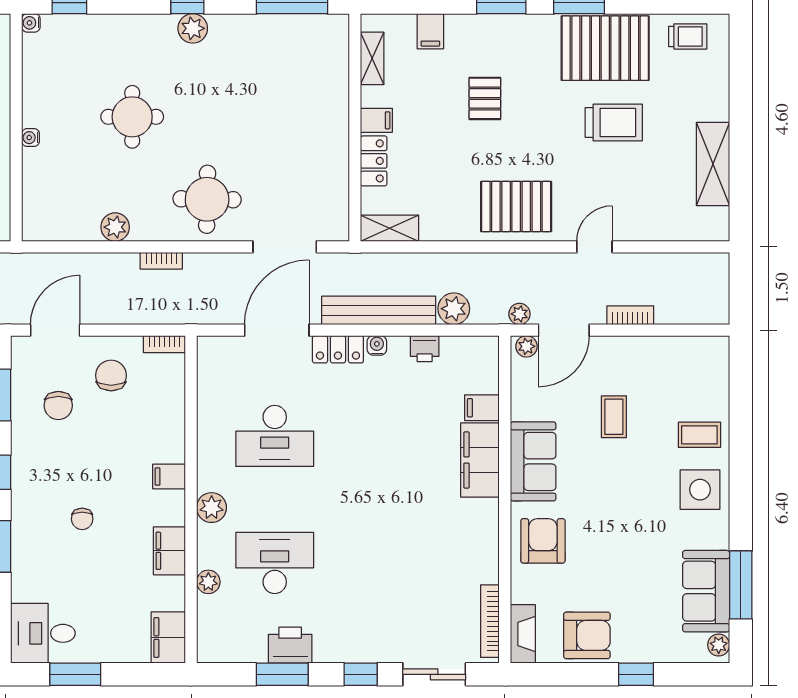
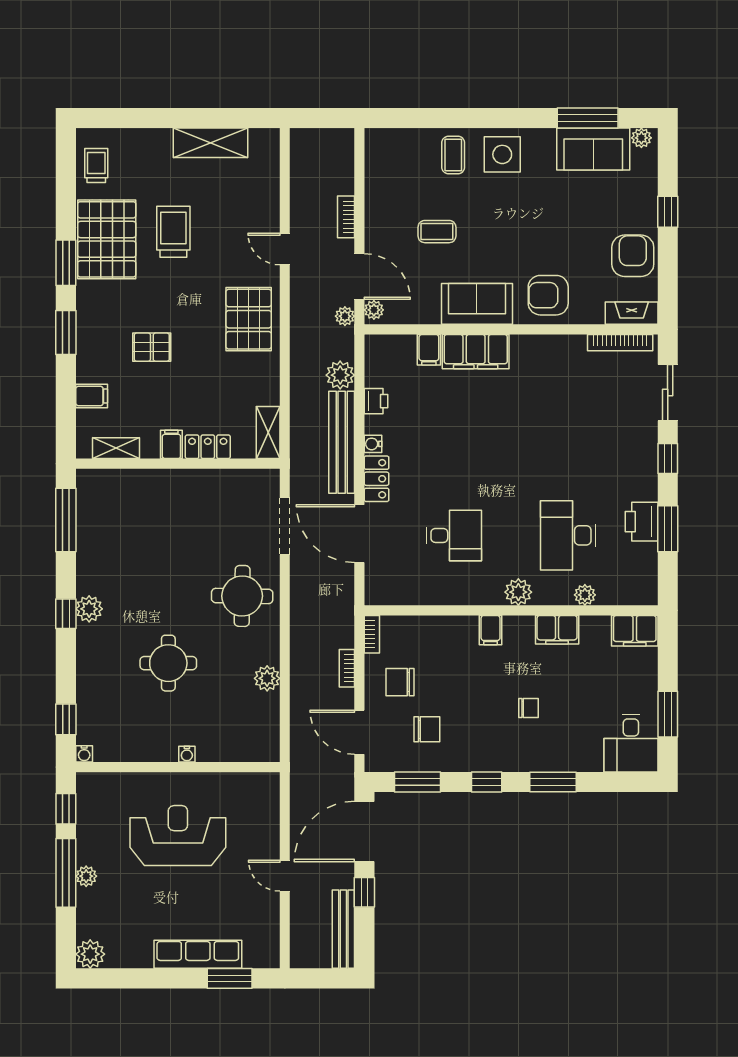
bookcase: (161, 261) -> (347, 668), moved, turned 180
desk: (275, 436) -> (454, 535), width x0.73

